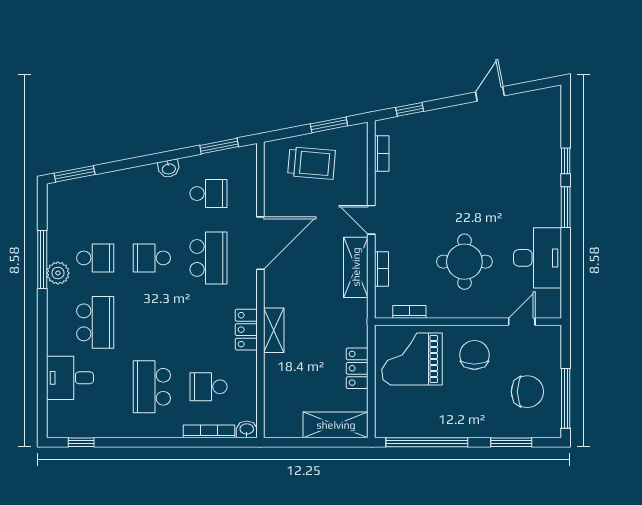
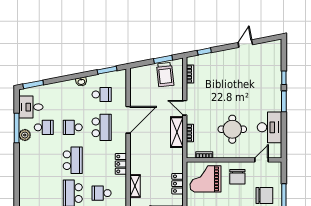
trolley: (311, 163) -> (165, 75), moved, turned 79
school desk: (95, 322) -> (73, 160), moved
shelving: (274, 330) -> (135, 186), moved
chair: (474, 355) -> (237, 177), turned 180
desk: (70, 378) -> (31, 107), moved

